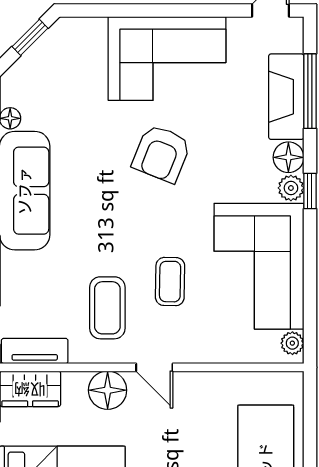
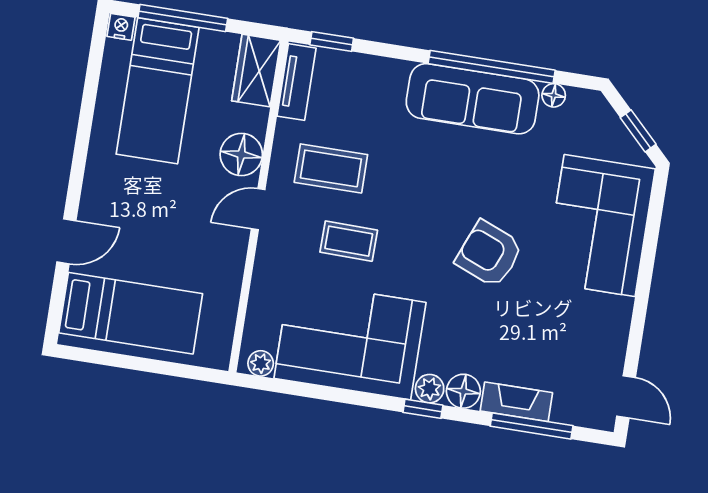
corner sofa: (167, 58) -> (600, 226), moved
fireplace: (286, 97) -> (516, 402), width x0.73, depth x0.76

